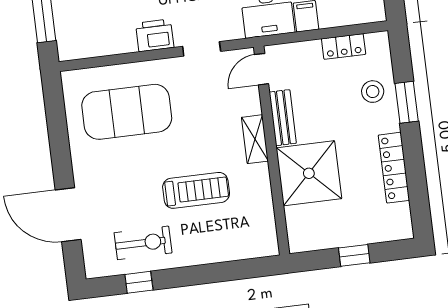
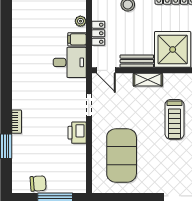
plant: (336, 18) -> (80, 21), added
locker: (344, 47) -> (98, 33), moved
treadmill: (196, 190) -> (175, 119), turned 180

